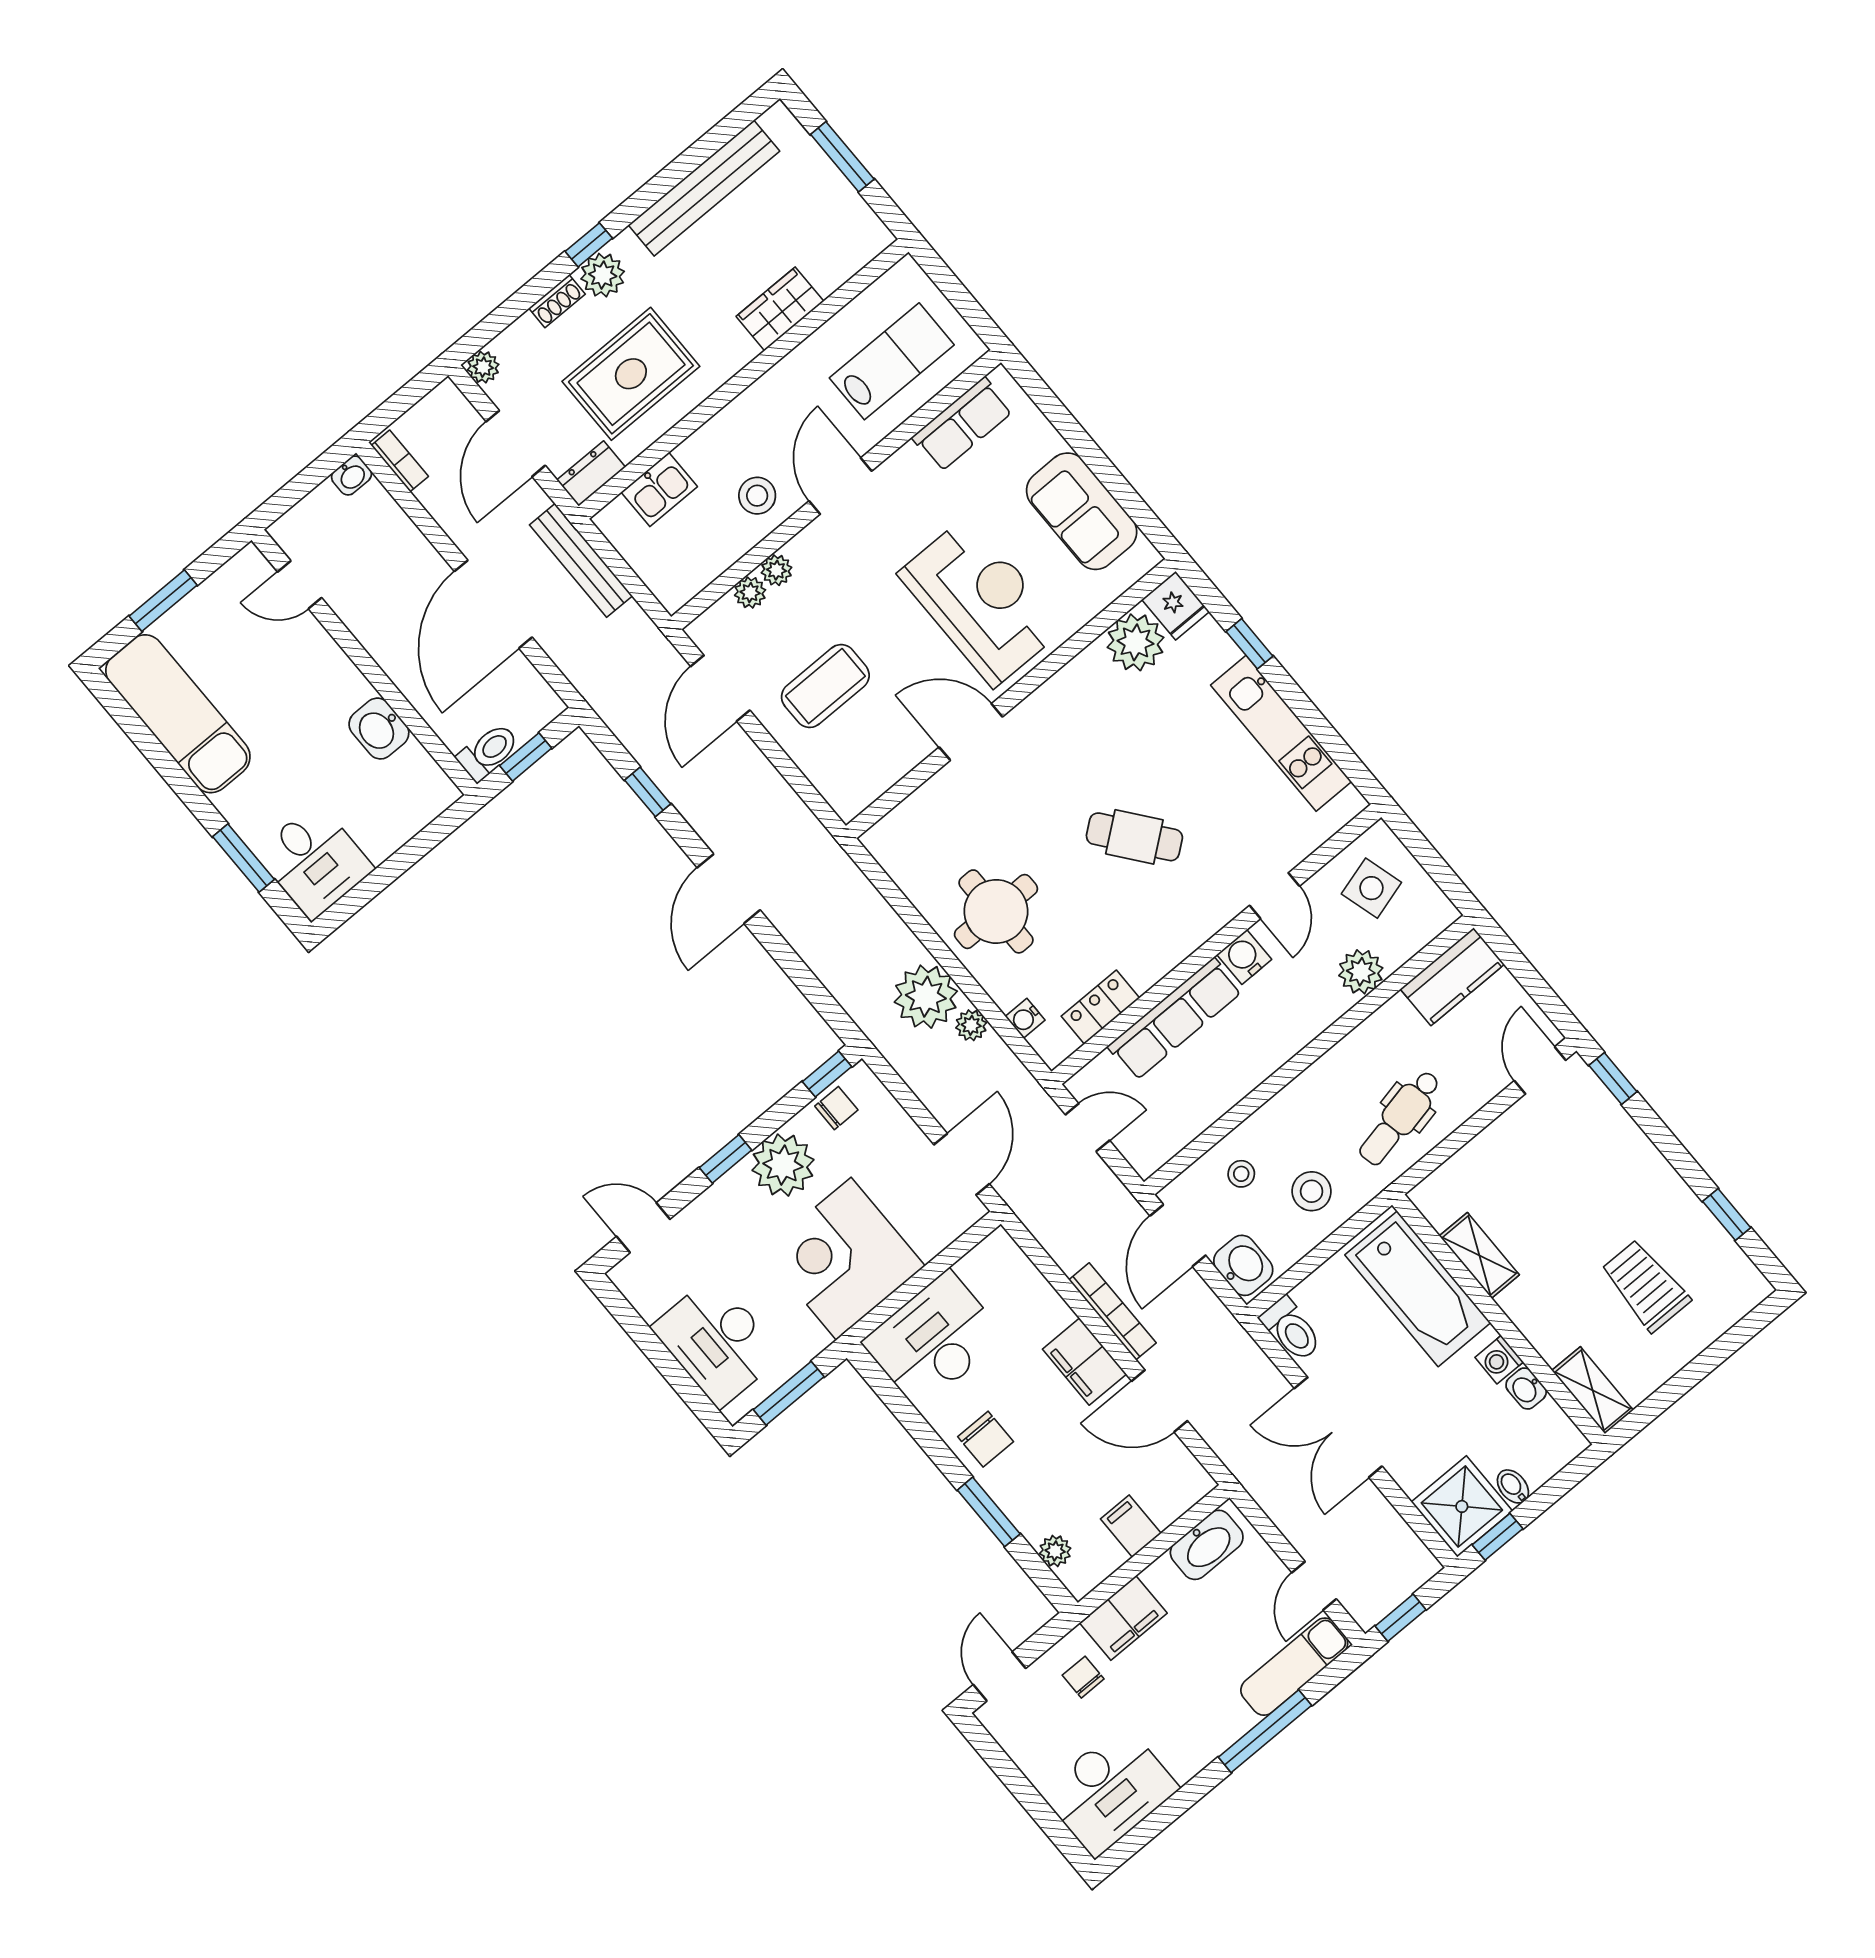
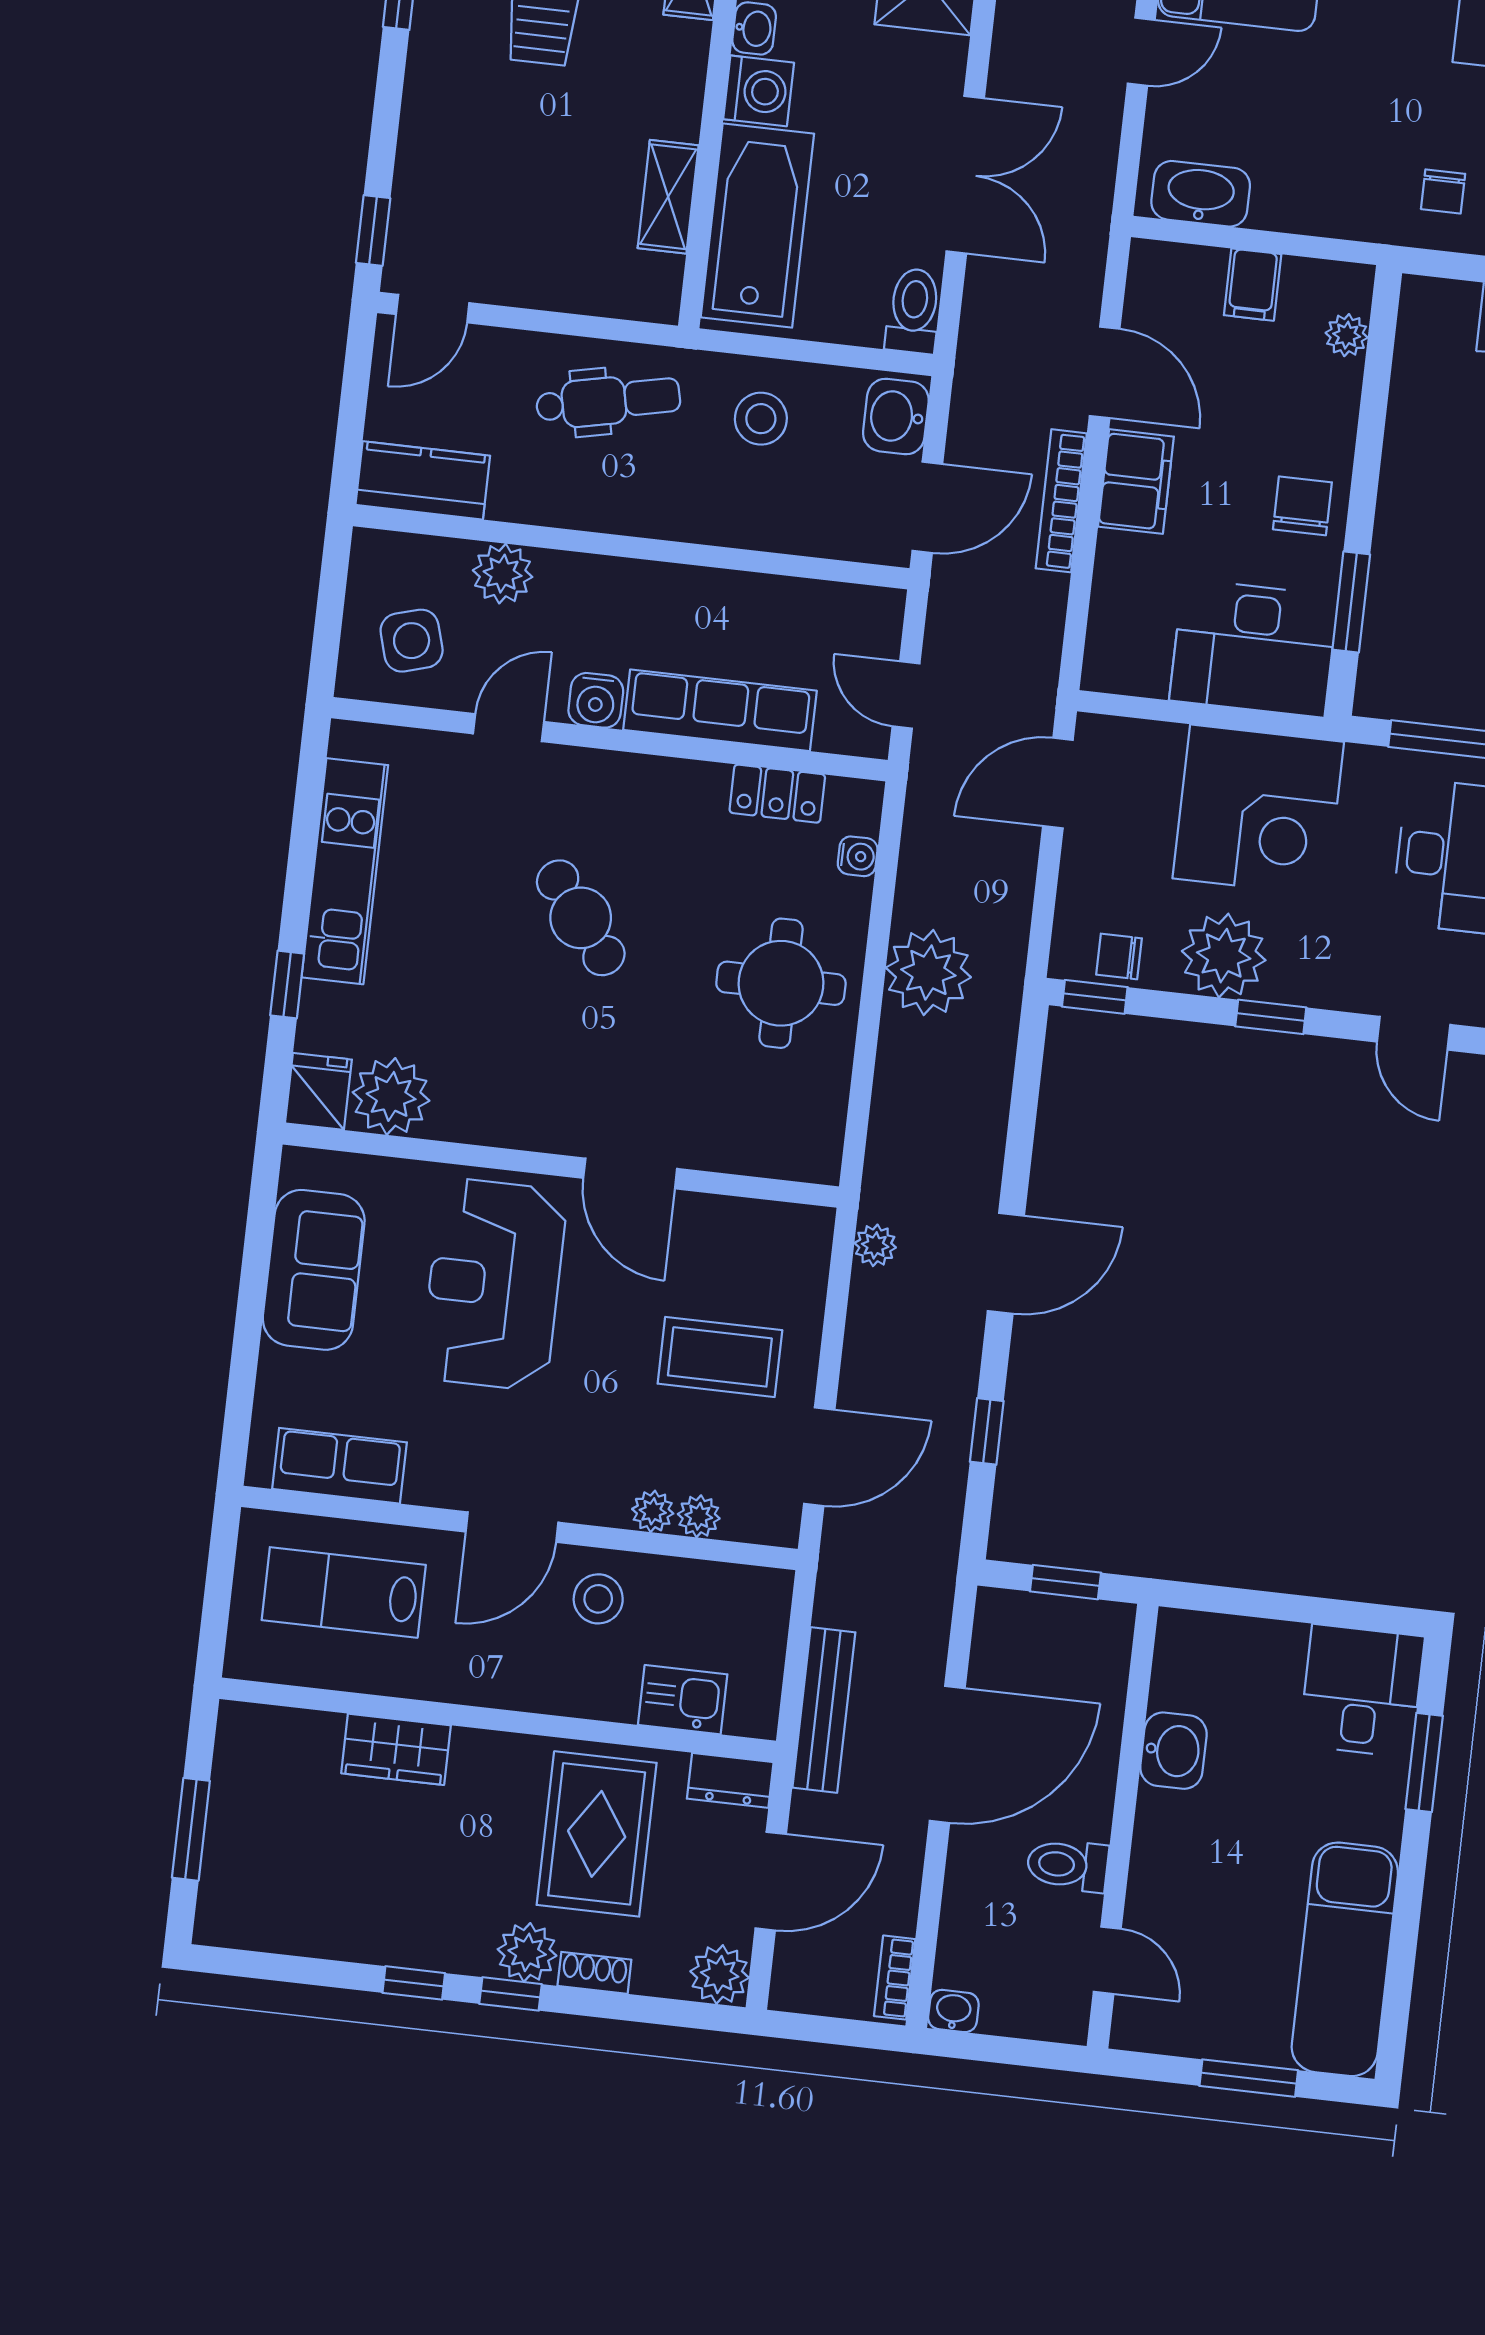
bench: (704, 188) -> (349, 1935), removed
window: (645, 198) -> (414, 1983), added
plant: (483, 367) -> (720, 1974), width x1.38, depth x1.38
rug: (631, 374) -> (597, 1834), turned 90
toilet: (488, 752) -> (1068, 1865), moved
plant: (971, 1025) -> (875, 1245), moved
stool: (1241, 1174) -> (809, 503), removed
washing machine: (1499, 1360) -> (759, 91), width x1.38, depth x1.38
window: (989, 1512) -> (1351, 602), moved
filing cabinet: (1123, 1618) -> (1349, 207), removed

